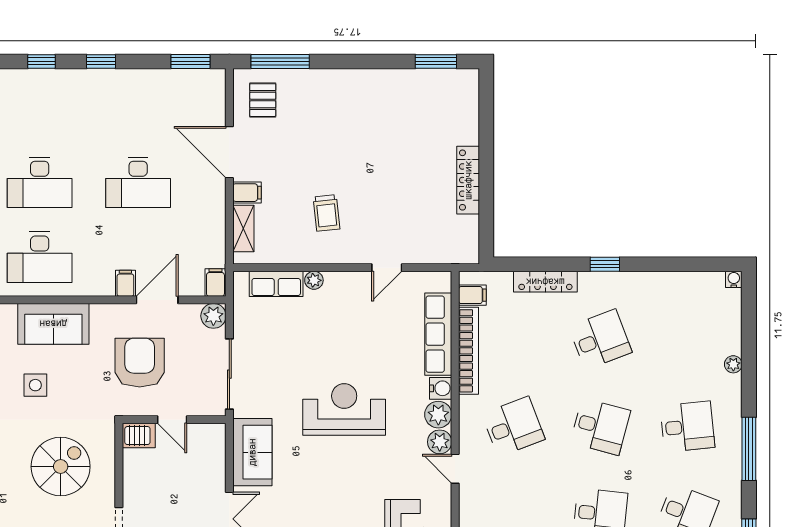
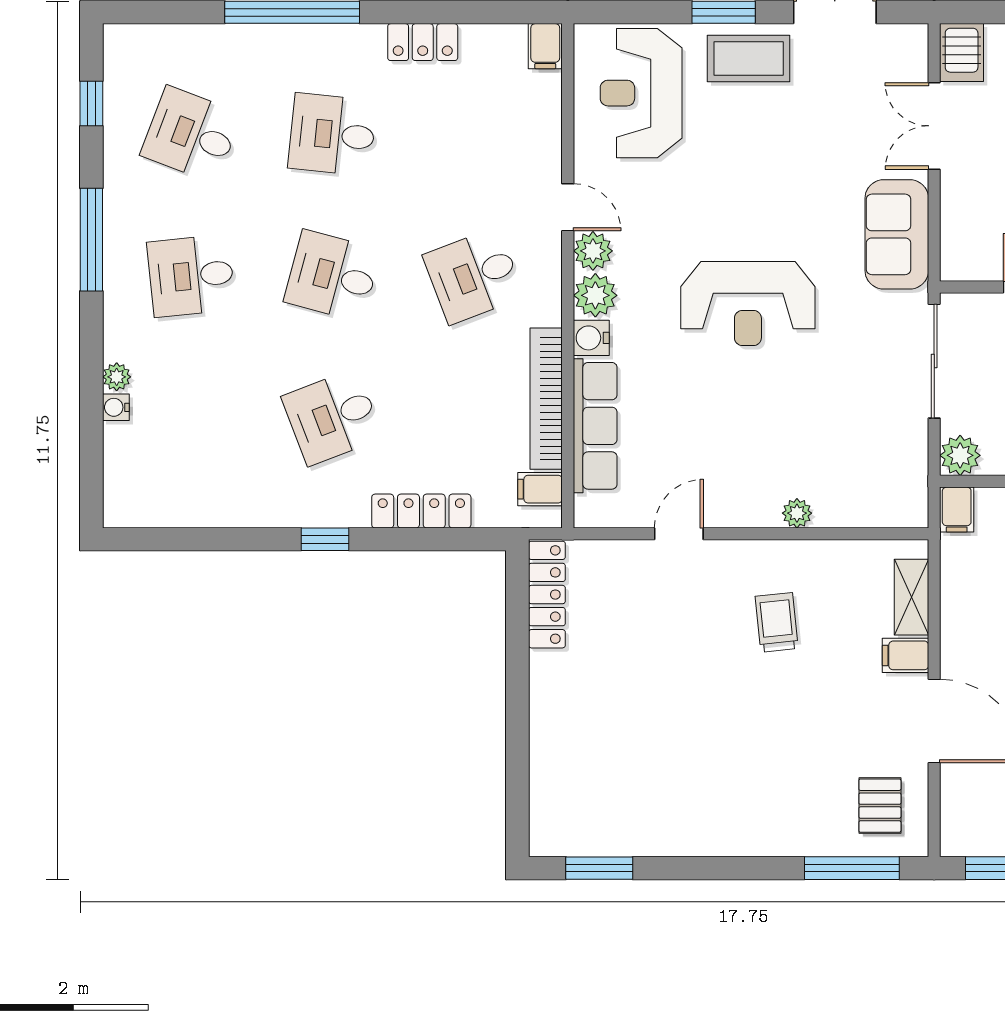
locker: (468, 180) -> (547, 595), moved
water cooler: (734, 279) -> (116, 407), moved, turned 90
row of seats: (276, 284) -> (858, 507), removed

